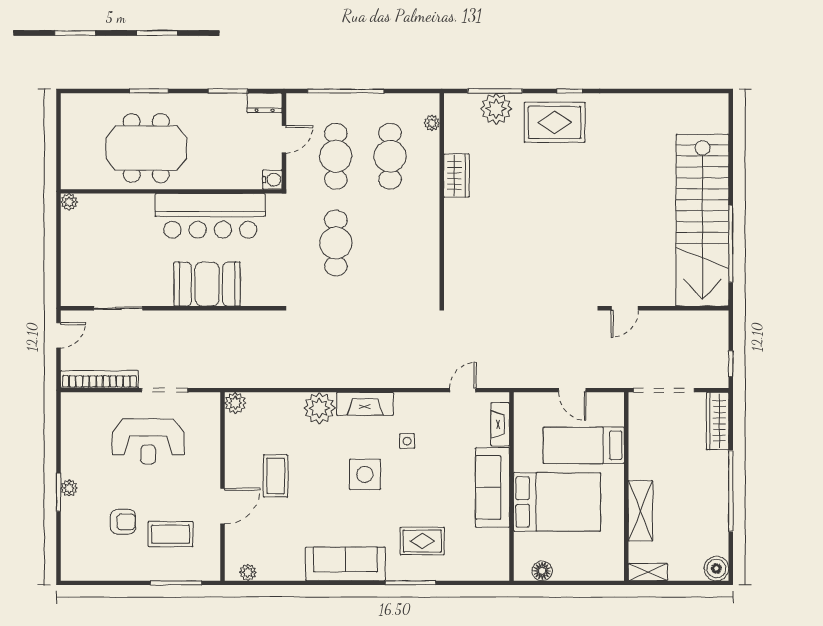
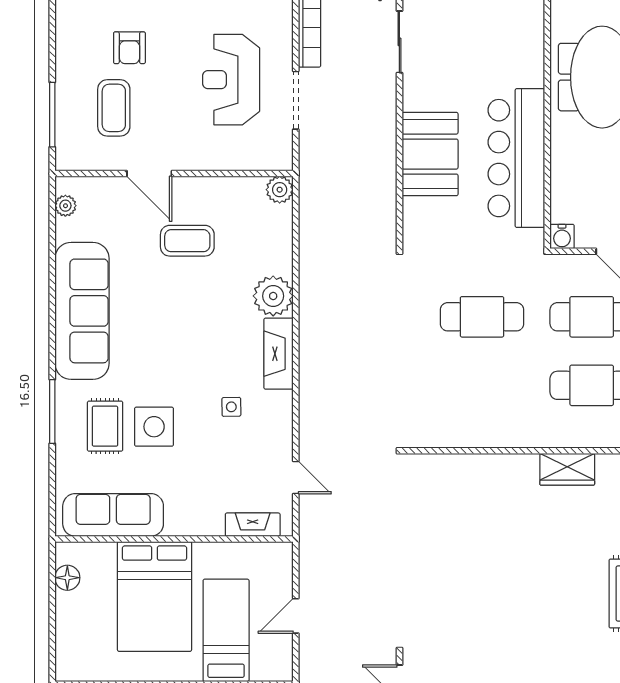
side table: (365, 474) -> (154, 427), moved
sofa: (492, 487) -> (113, 515), moved
sofa: (345, 564) -> (82, 311), width x1.36, depth x1.27

